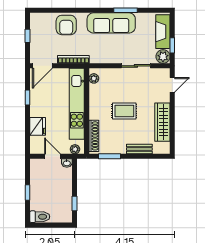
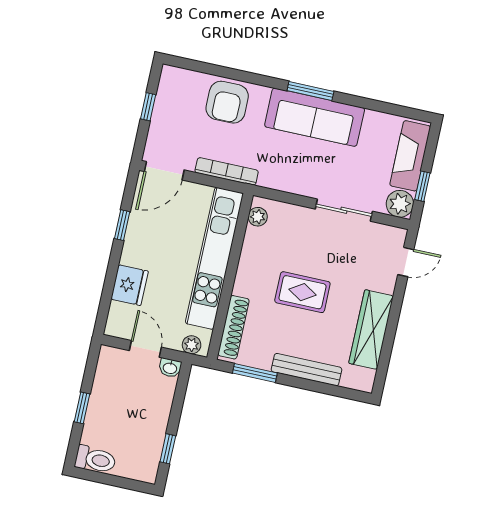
window: (125, 10) -> (310, 91), moved
bench: (139, 149) -> (306, 370), width x1.36

